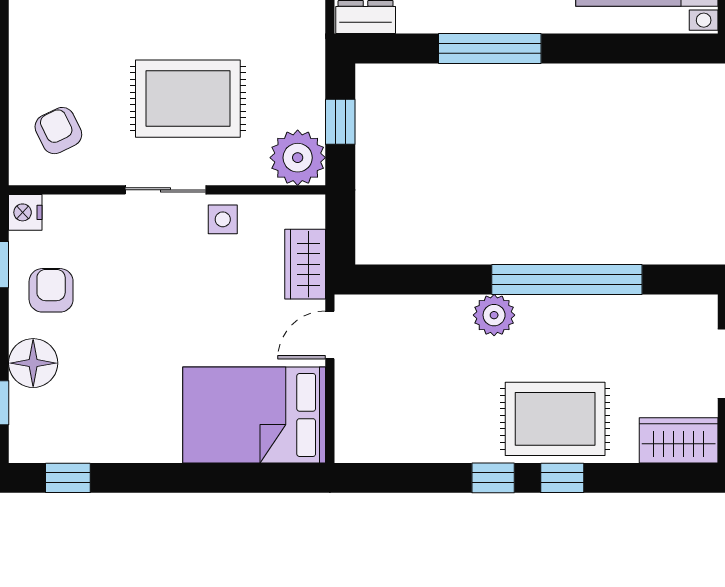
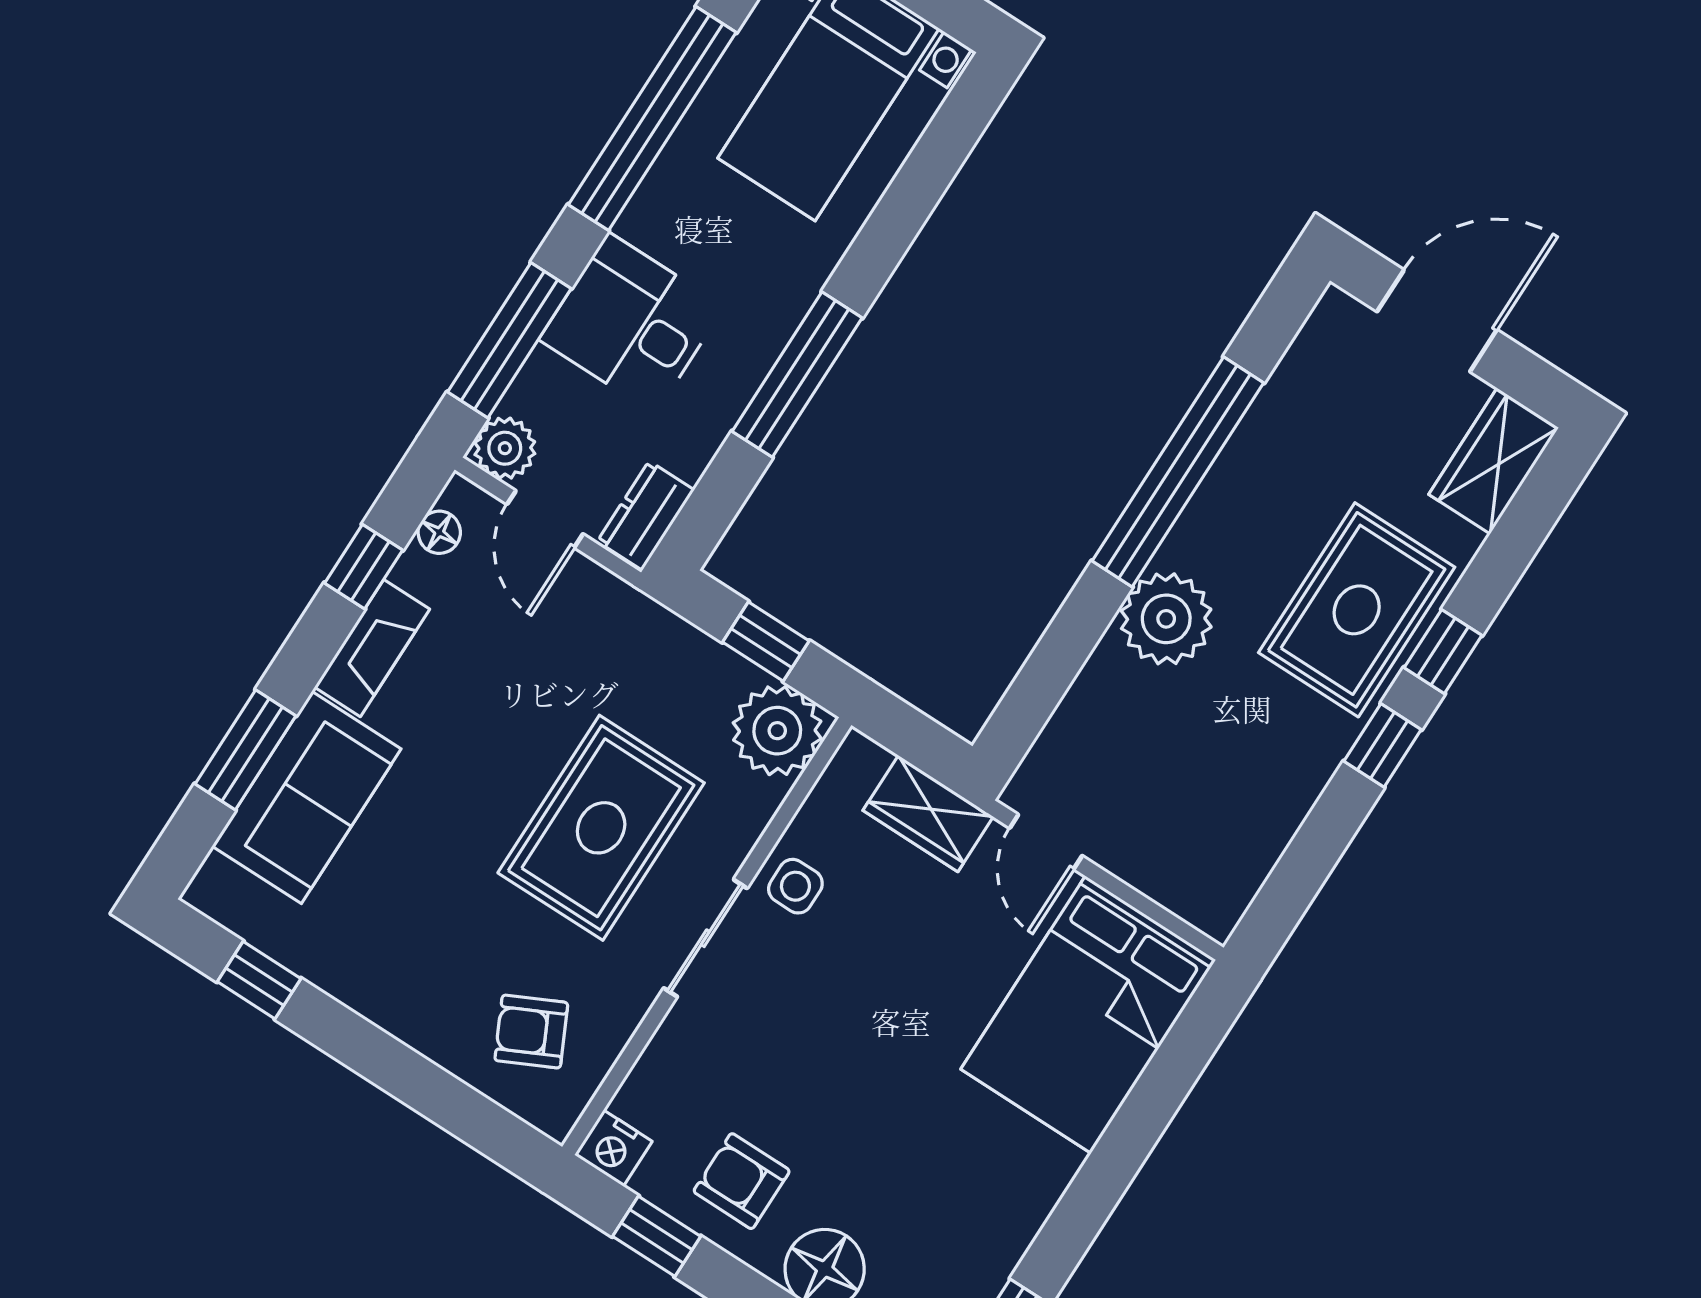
plant: (494, 315) -> (1166, 619), width x1.36, depth x1.36

